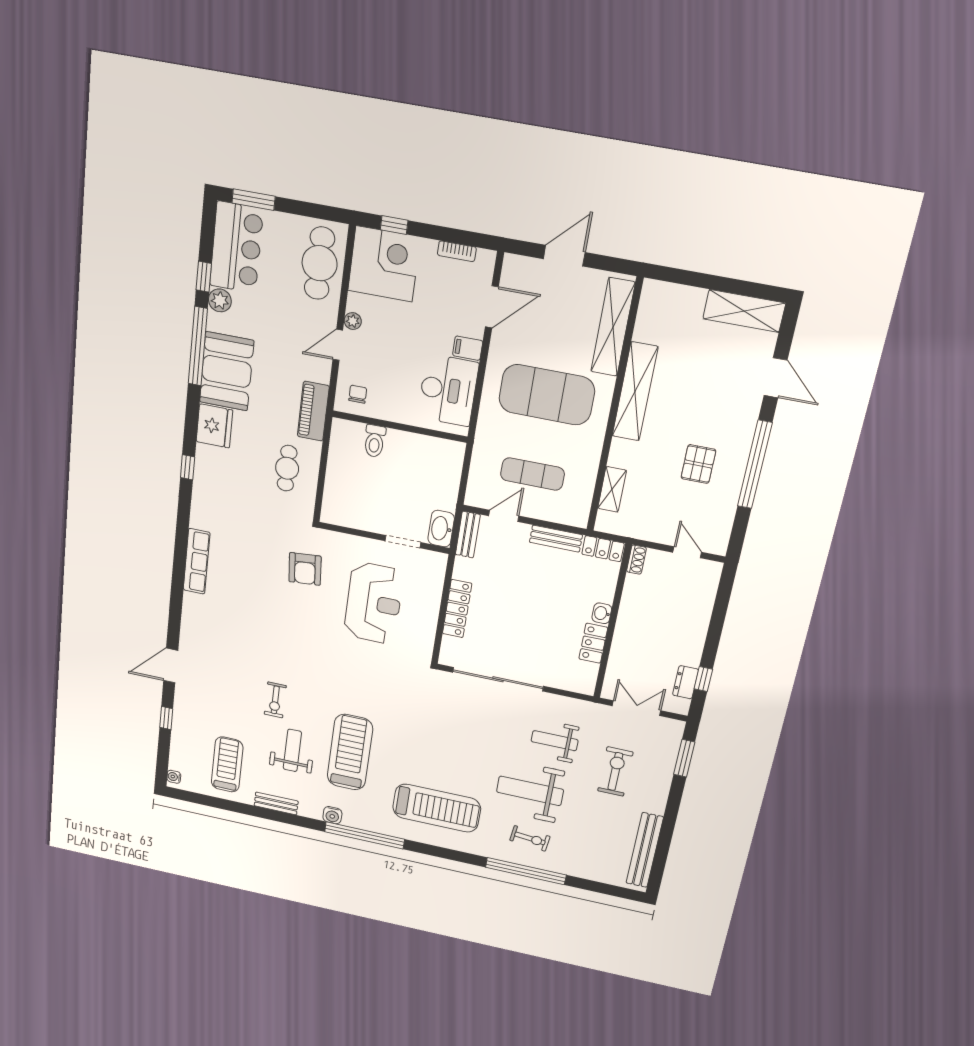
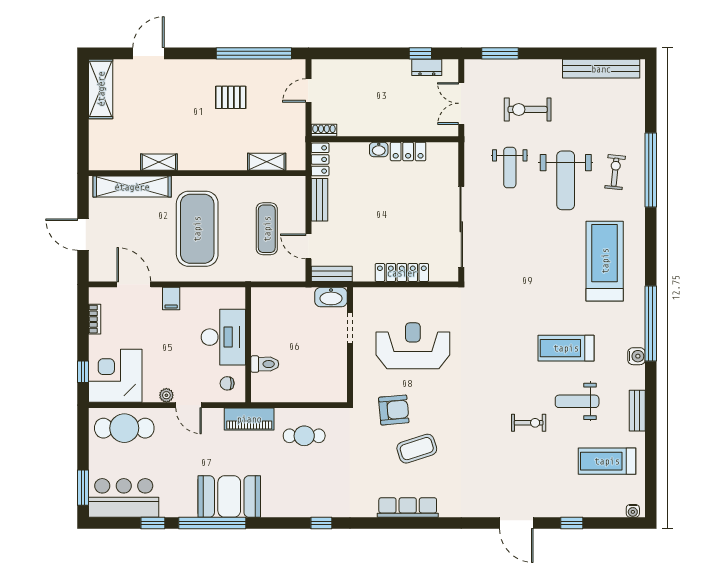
plant: (220, 300) -> (170, 508), removed
desk: (448, 390) -> (223, 337), moved, turned 90
shelving: (635, 392) -> (159, 162), width x0.45, depth x0.75
fridge: (214, 426) -> (279, 503), removed
window: (755, 465) -> (254, 53), moved
coffee table: (260, 584) -> (417, 449), added
treadmill: (350, 752) -> (566, 348), width x0.73, depth x0.73

